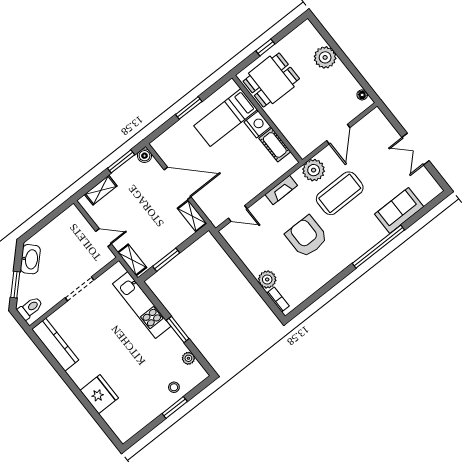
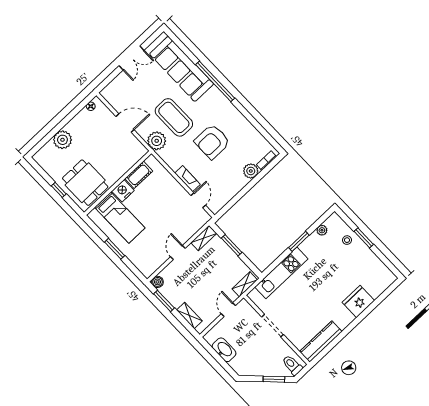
door: (177, 183) -> (178, 253), width x0.53
fireplace: (281, 190) -> (188, 179), moved
sofa: (399, 210) -> (182, 69), width x1.85, depth x1.27
washbasin: (30, 259) -> (224, 350), moved, turned 45
window: (166, 260) -> (232, 245), moved

